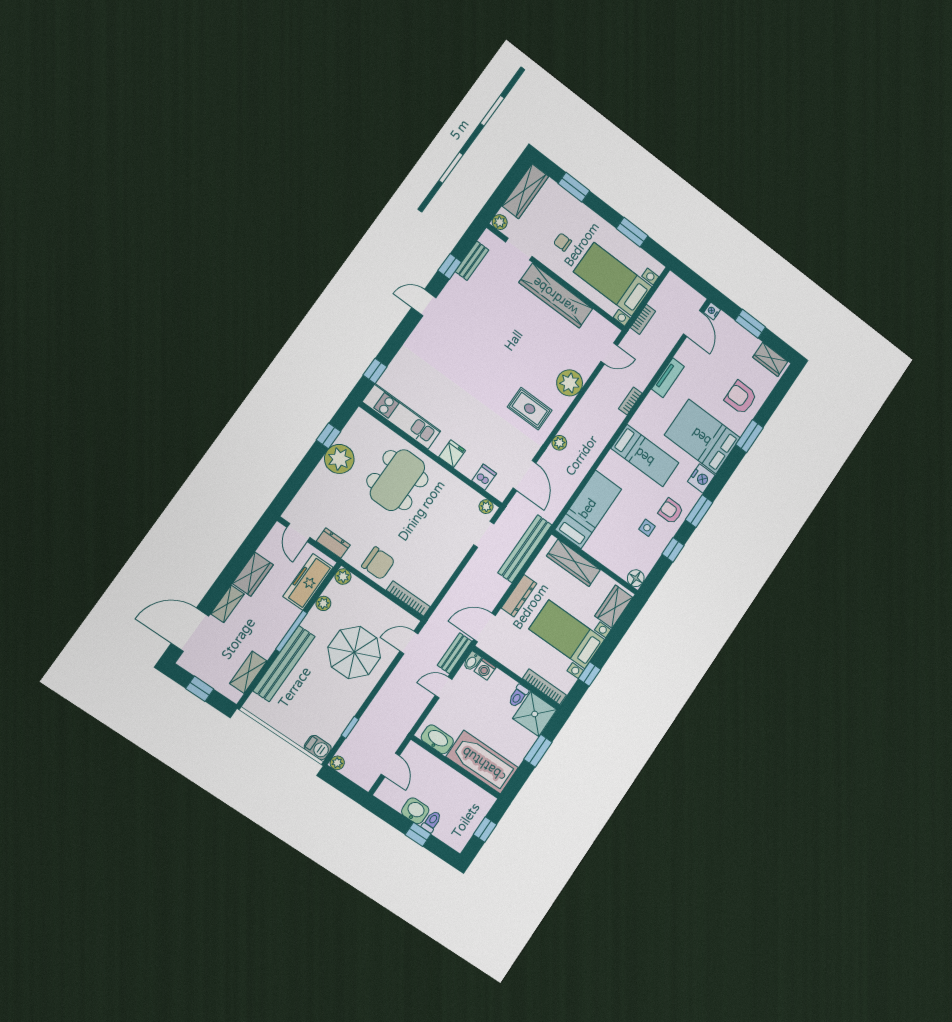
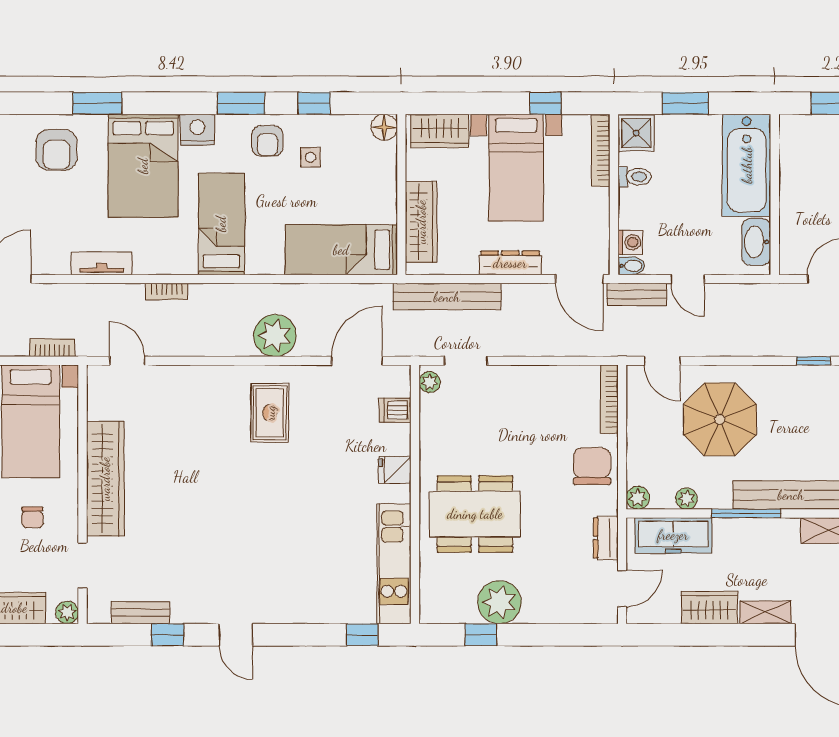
plant: (570, 383) -> (201, 385), removed
plant: (559, 443) -> (275, 336), width x1.88, depth x1.88
shower: (535, 714) -> (636, 133), width x0.73, depth x0.73

